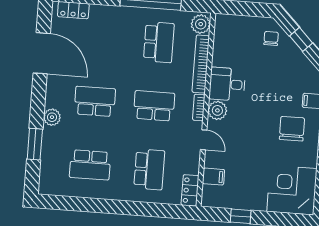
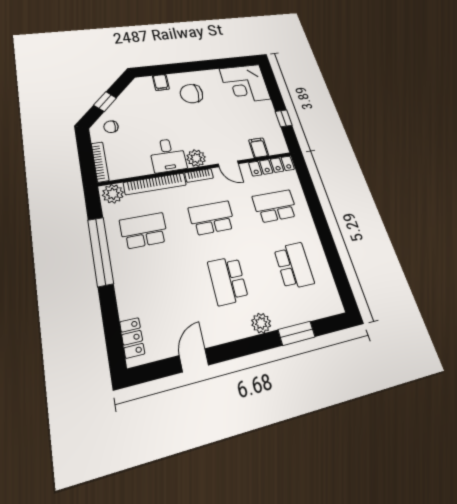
bookcase: (236, 20) -> (100, 162), added
door: (42, 53) -> (194, 360), width x0.53
school desk: (154, 106) -> (212, 218), turned 90
door: (204, 140) -> (228, 164), swing flipped
locker: (190, 190) -> (272, 166), width x1.53

